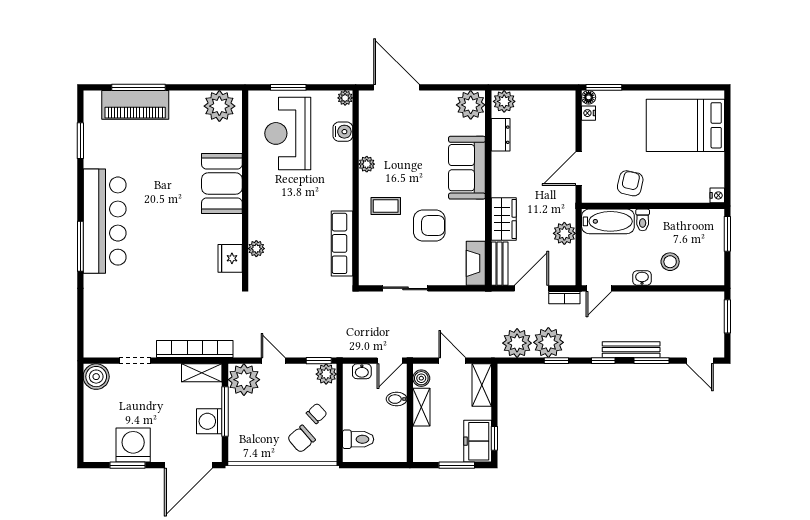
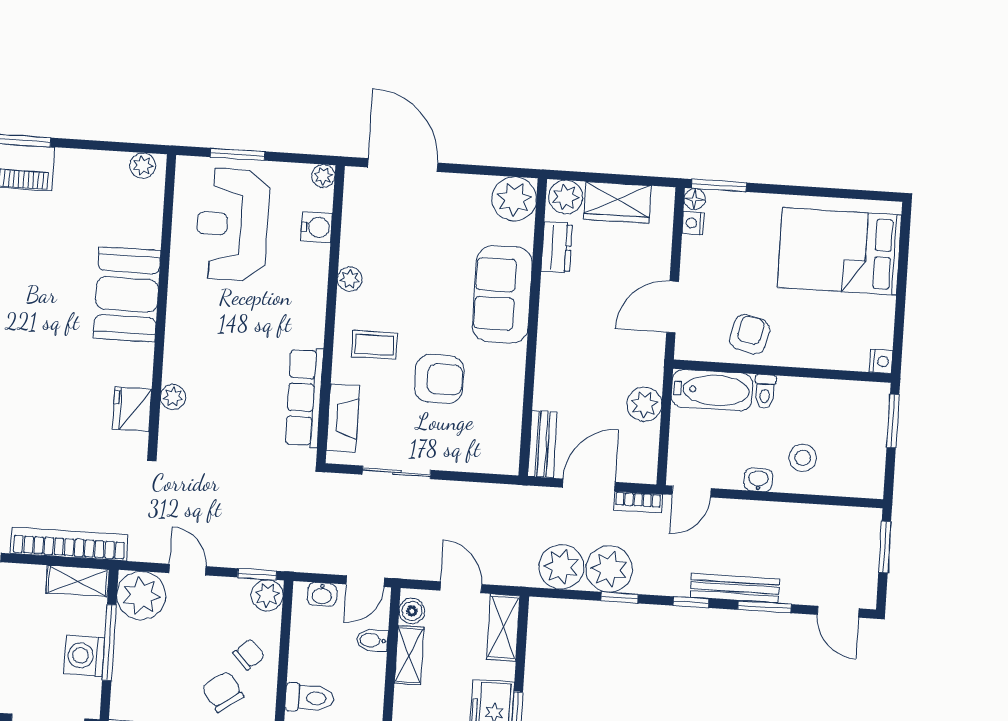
plant: (219, 106) -> (143, 166), width x0.53, depth x0.53
wardrobe: (504, 219) -> (617, 203), moved, turned 90
fireplace: (476, 263) -> (343, 418), moved, turned 180
chair: (301, 439) -> (223, 692), turned 96

